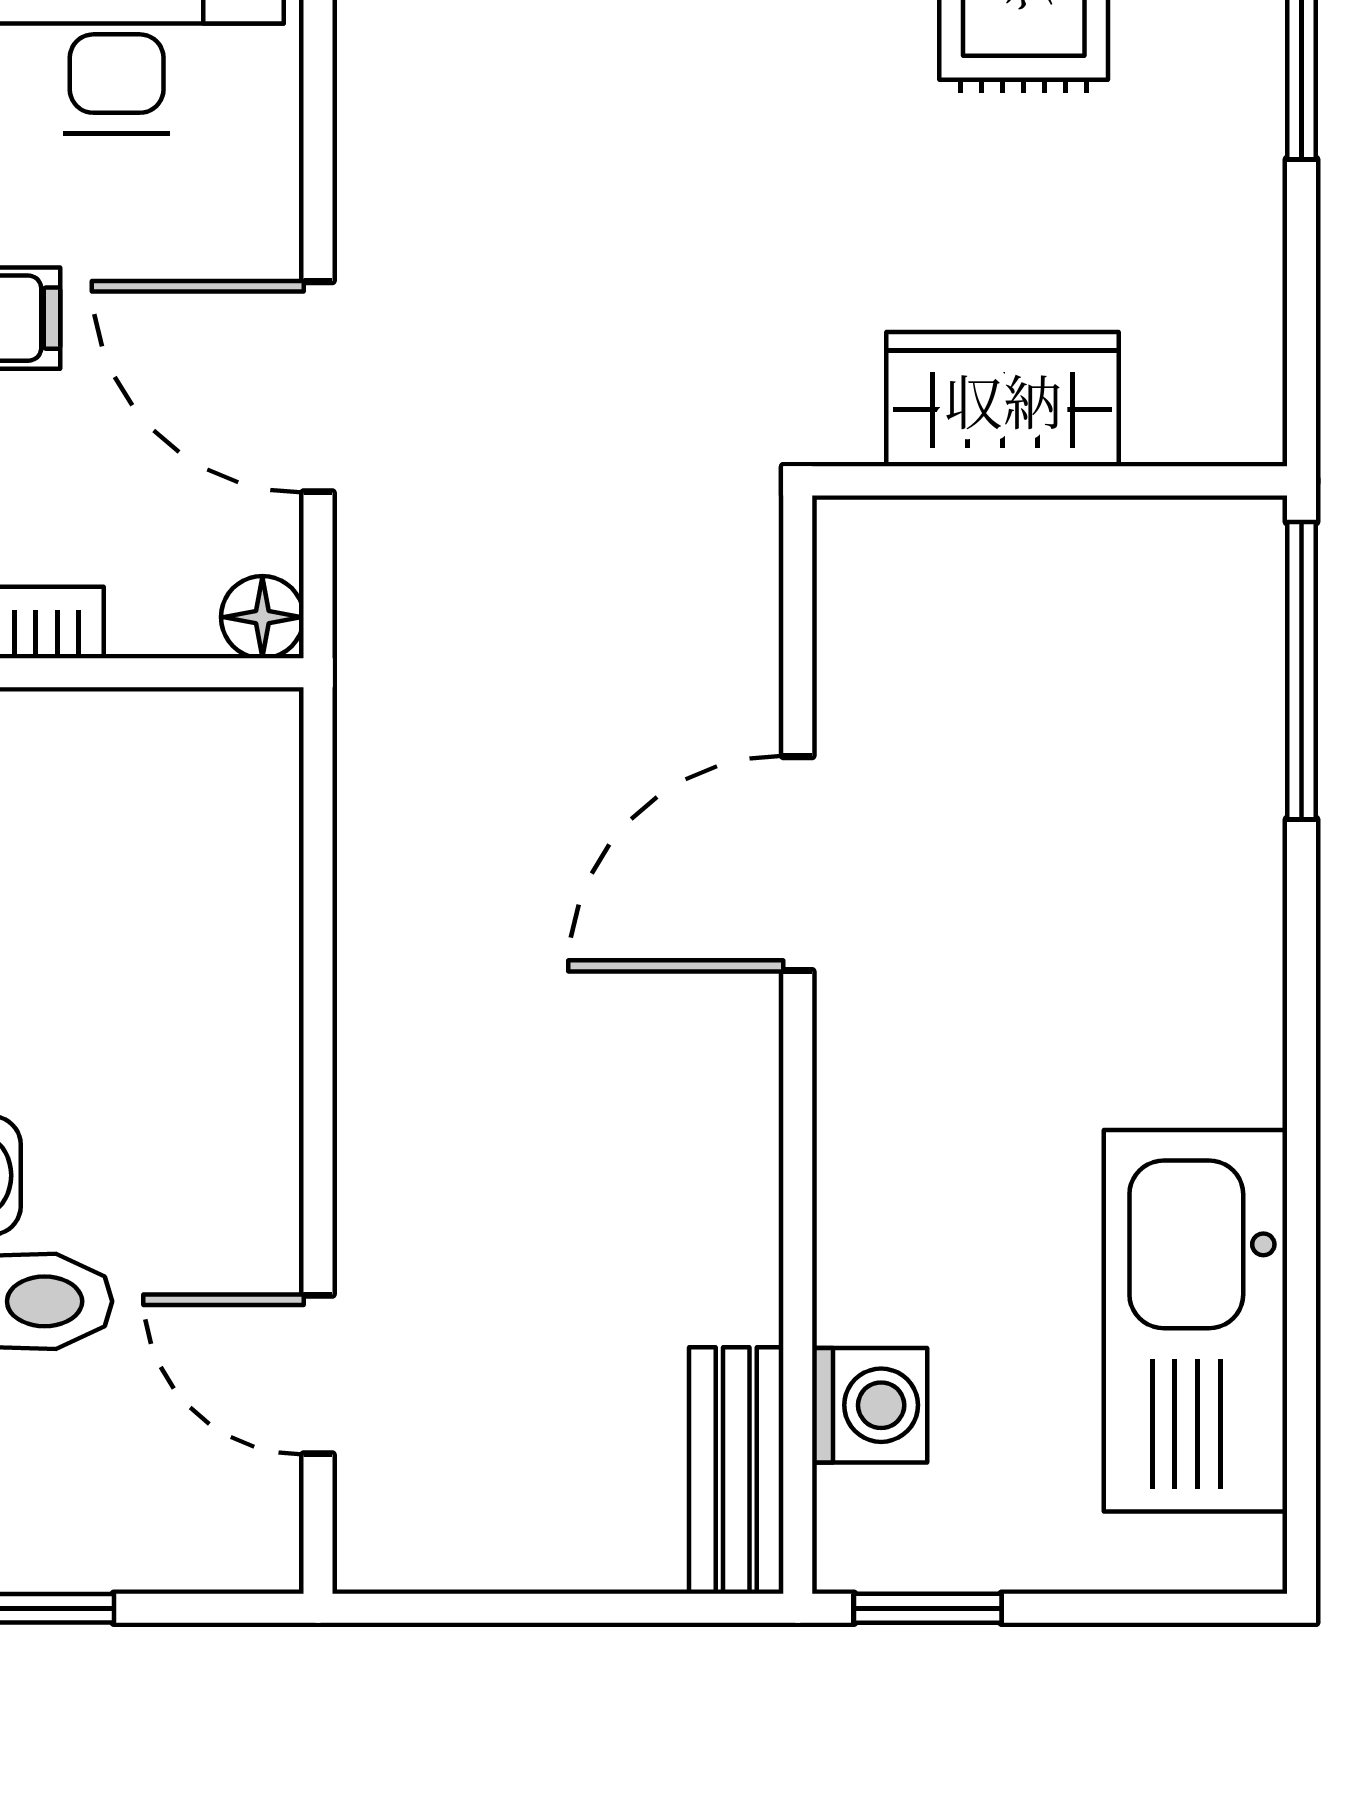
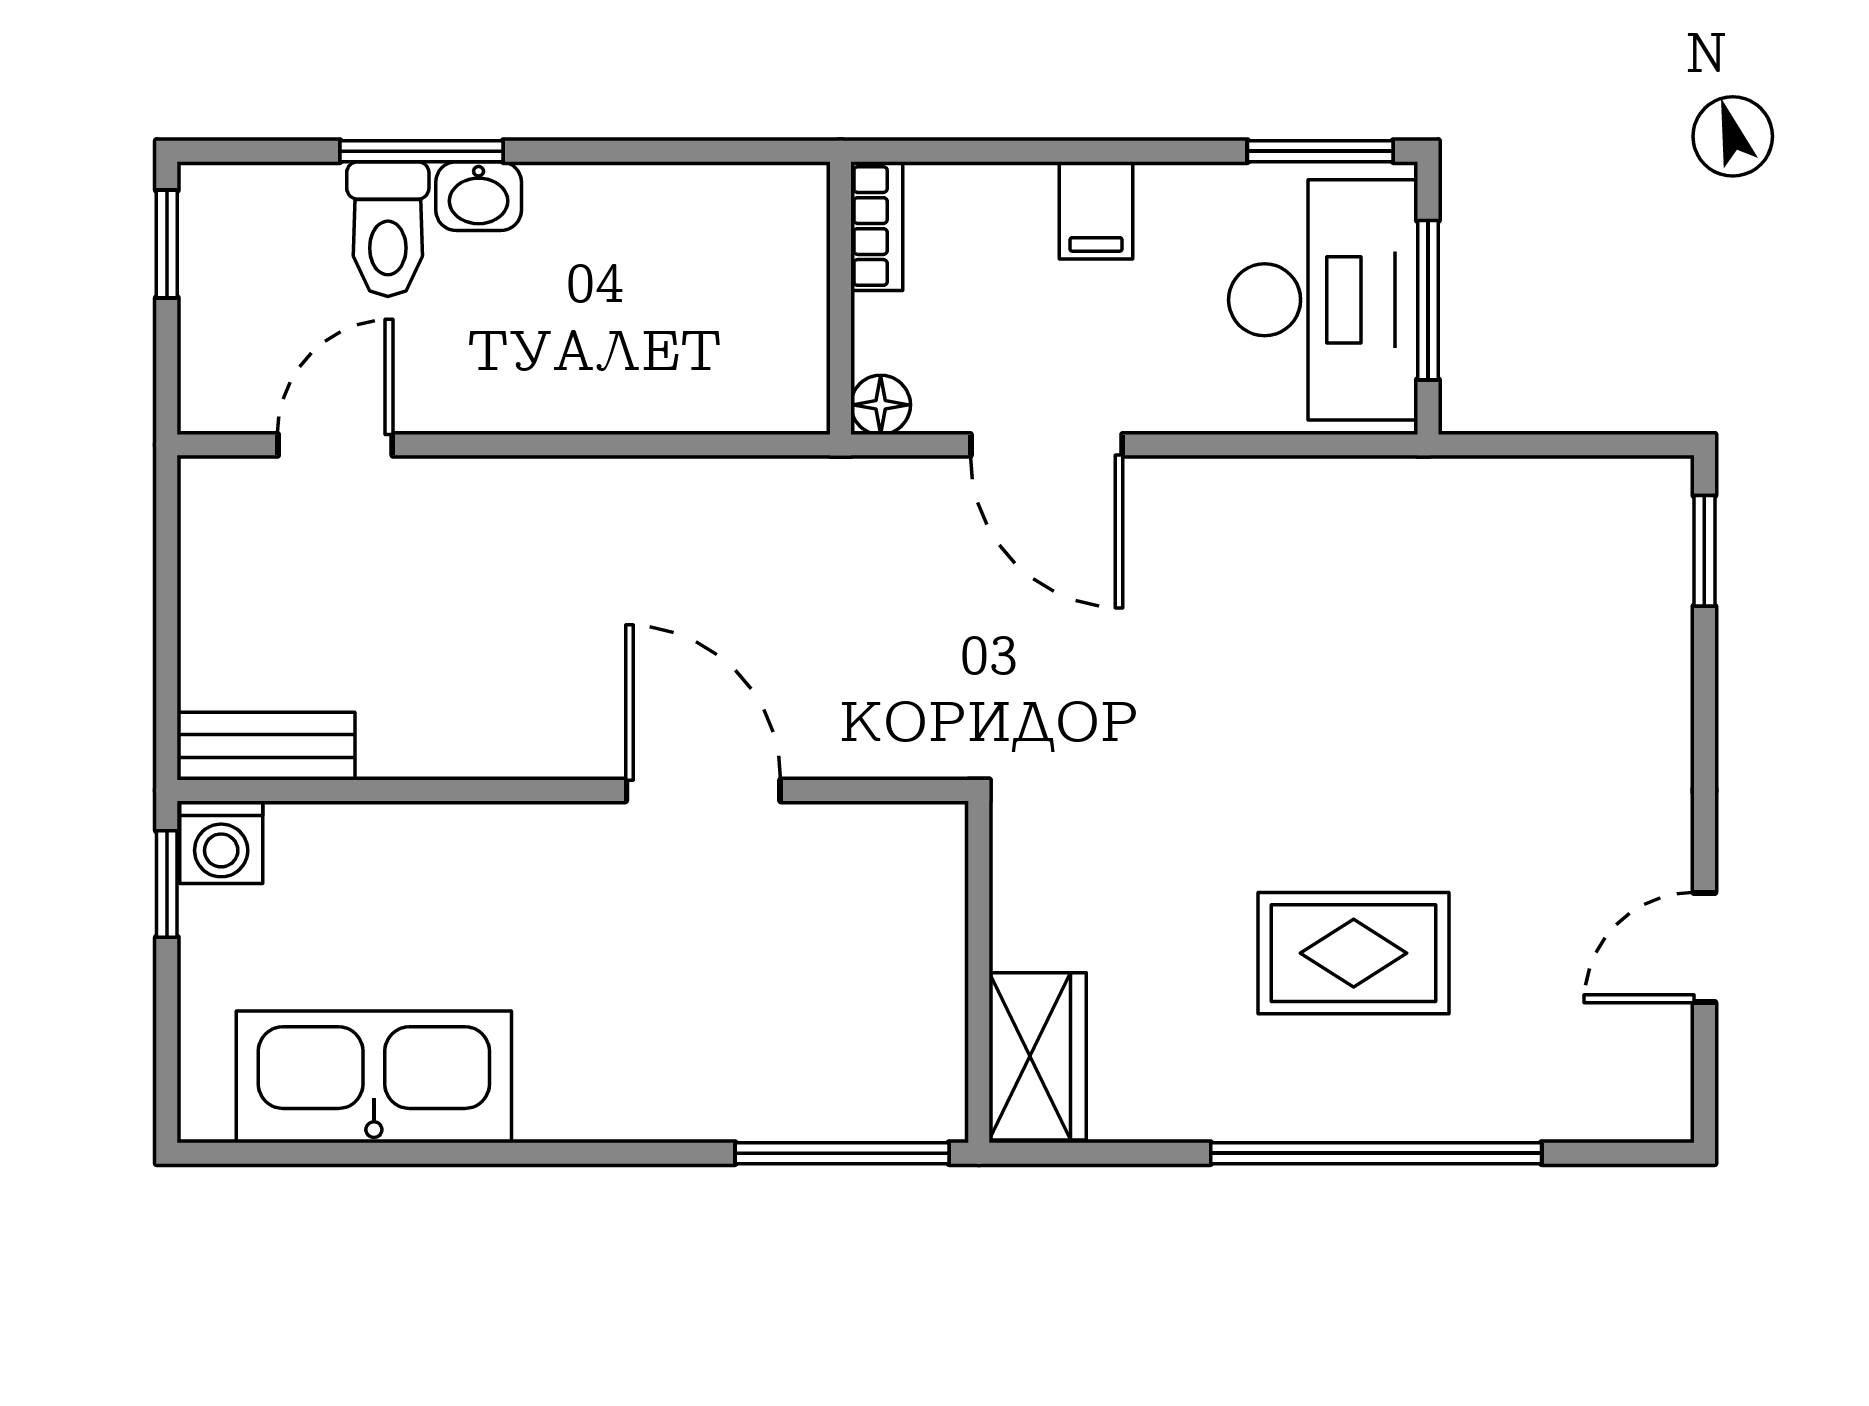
door: (318, 387) -> (1047, 445), swing flipped
wardrobe: (1003, 399) -> (1038, 1056), moved
washing machine: (870, 1405) -> (221, 842), moved

